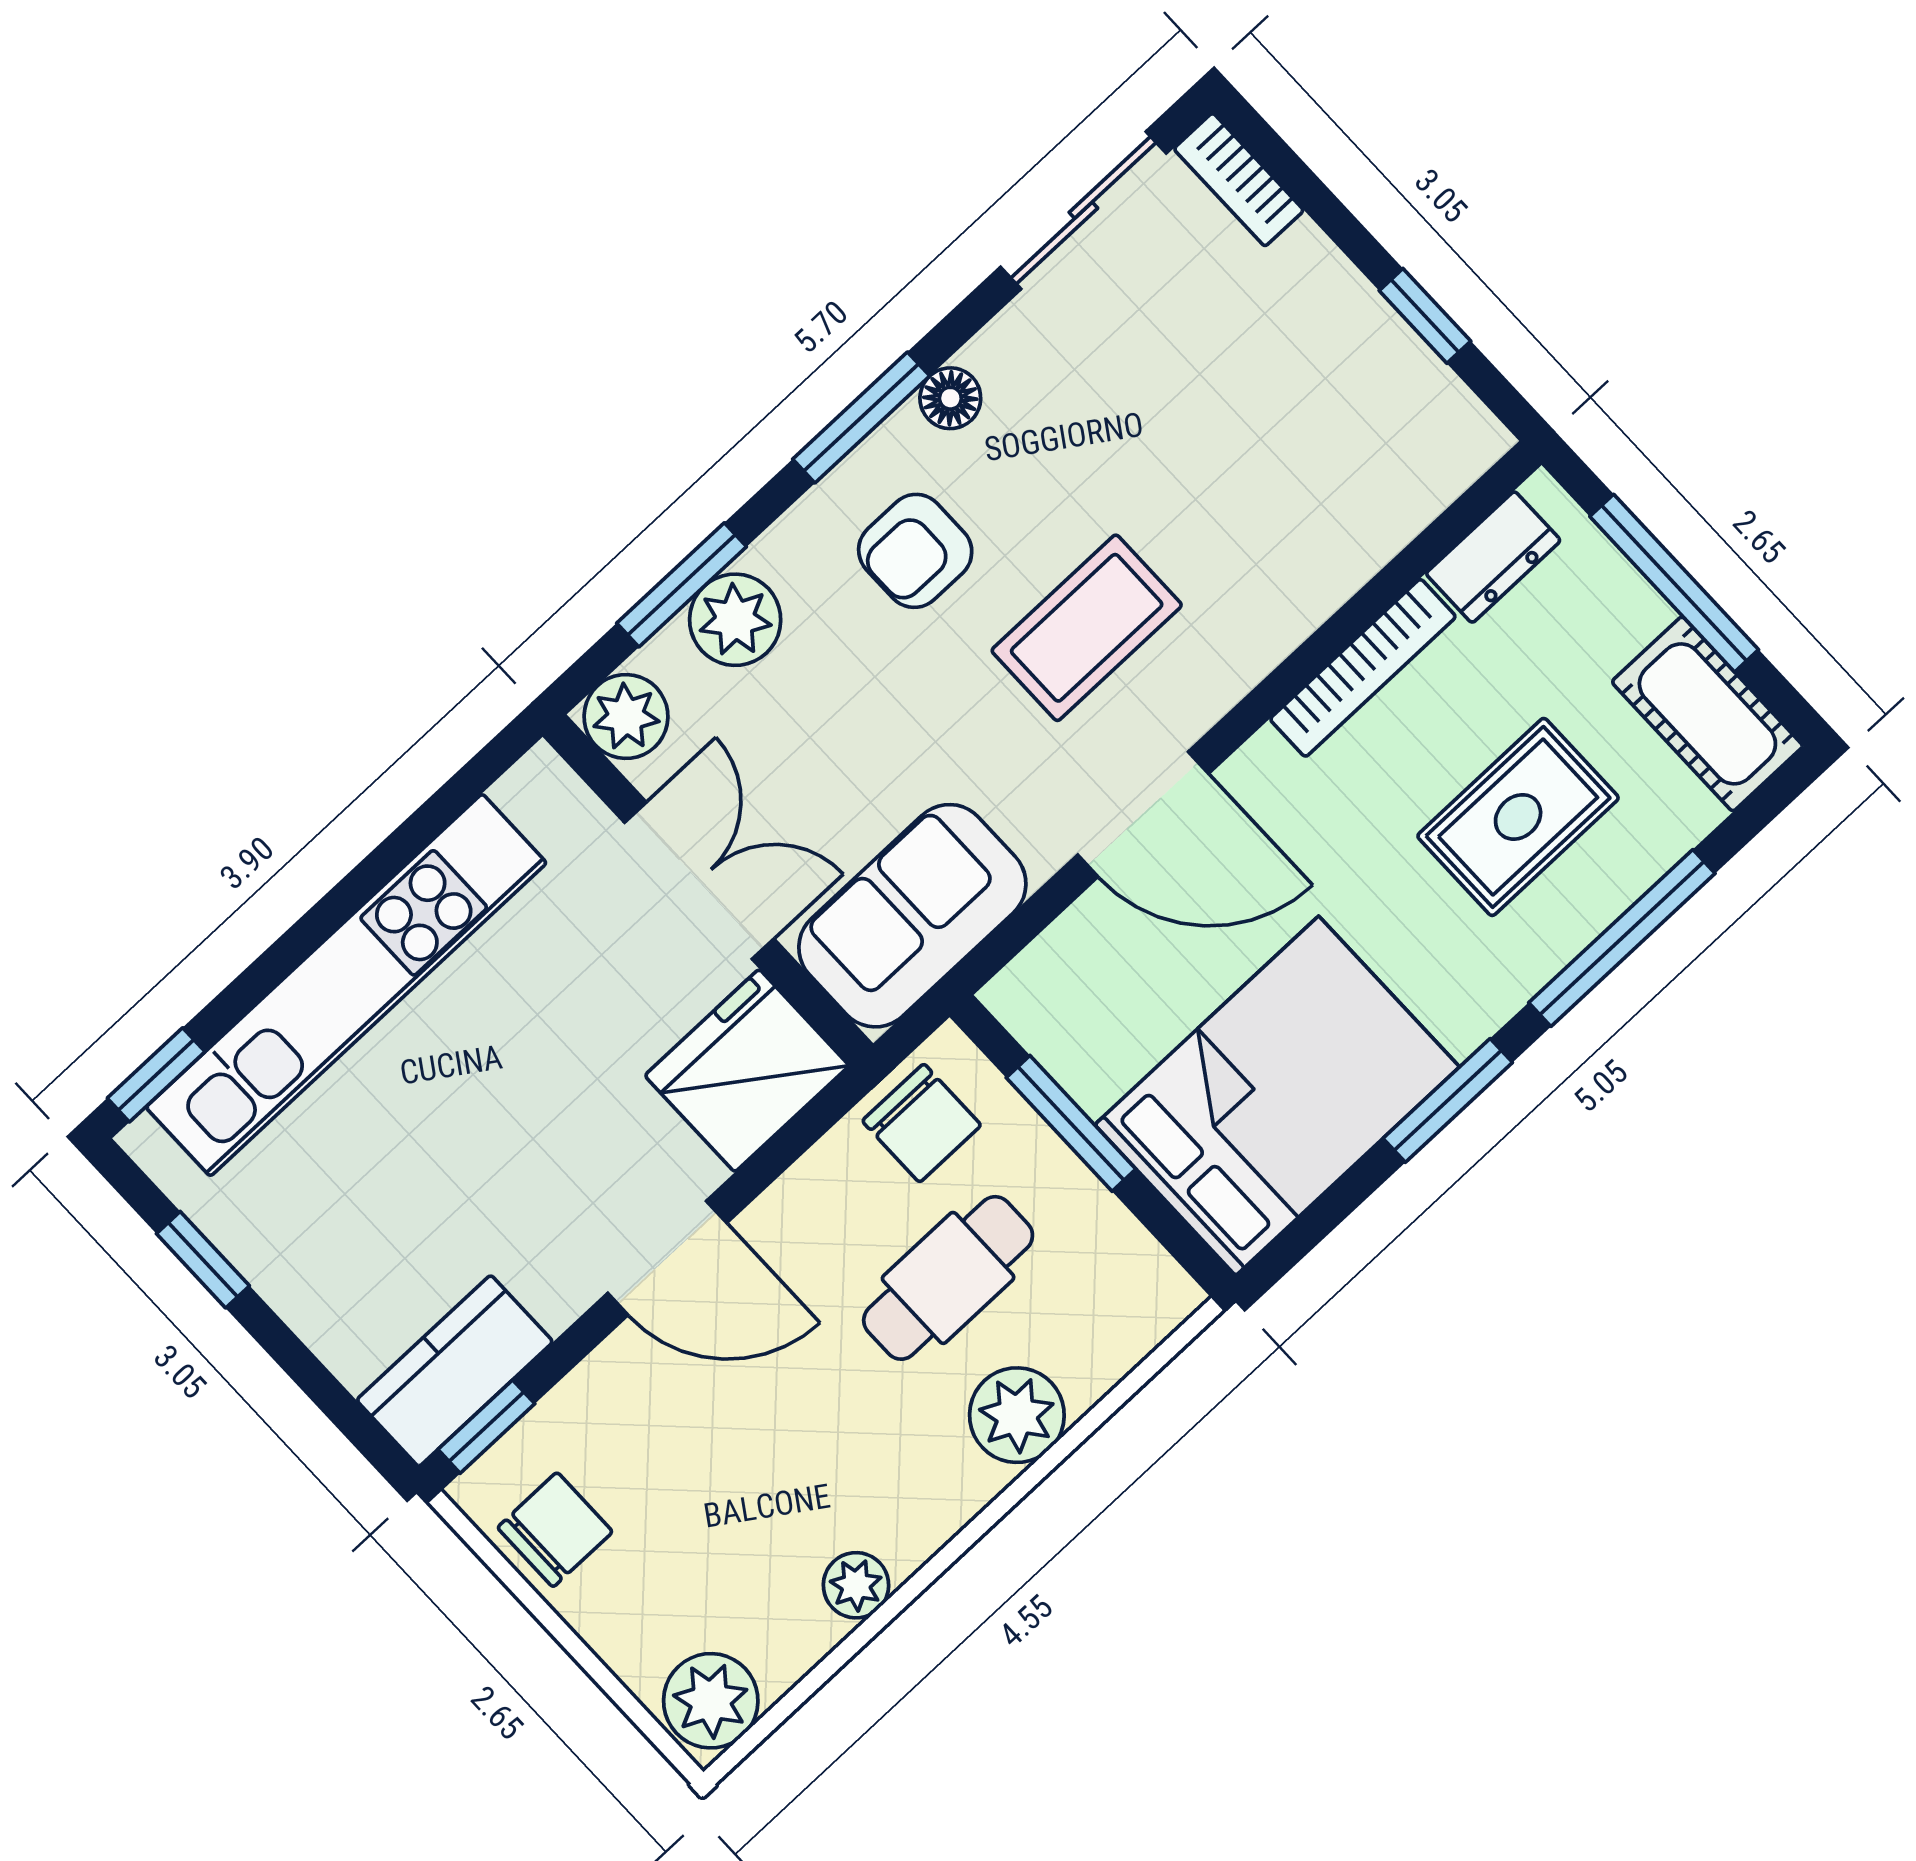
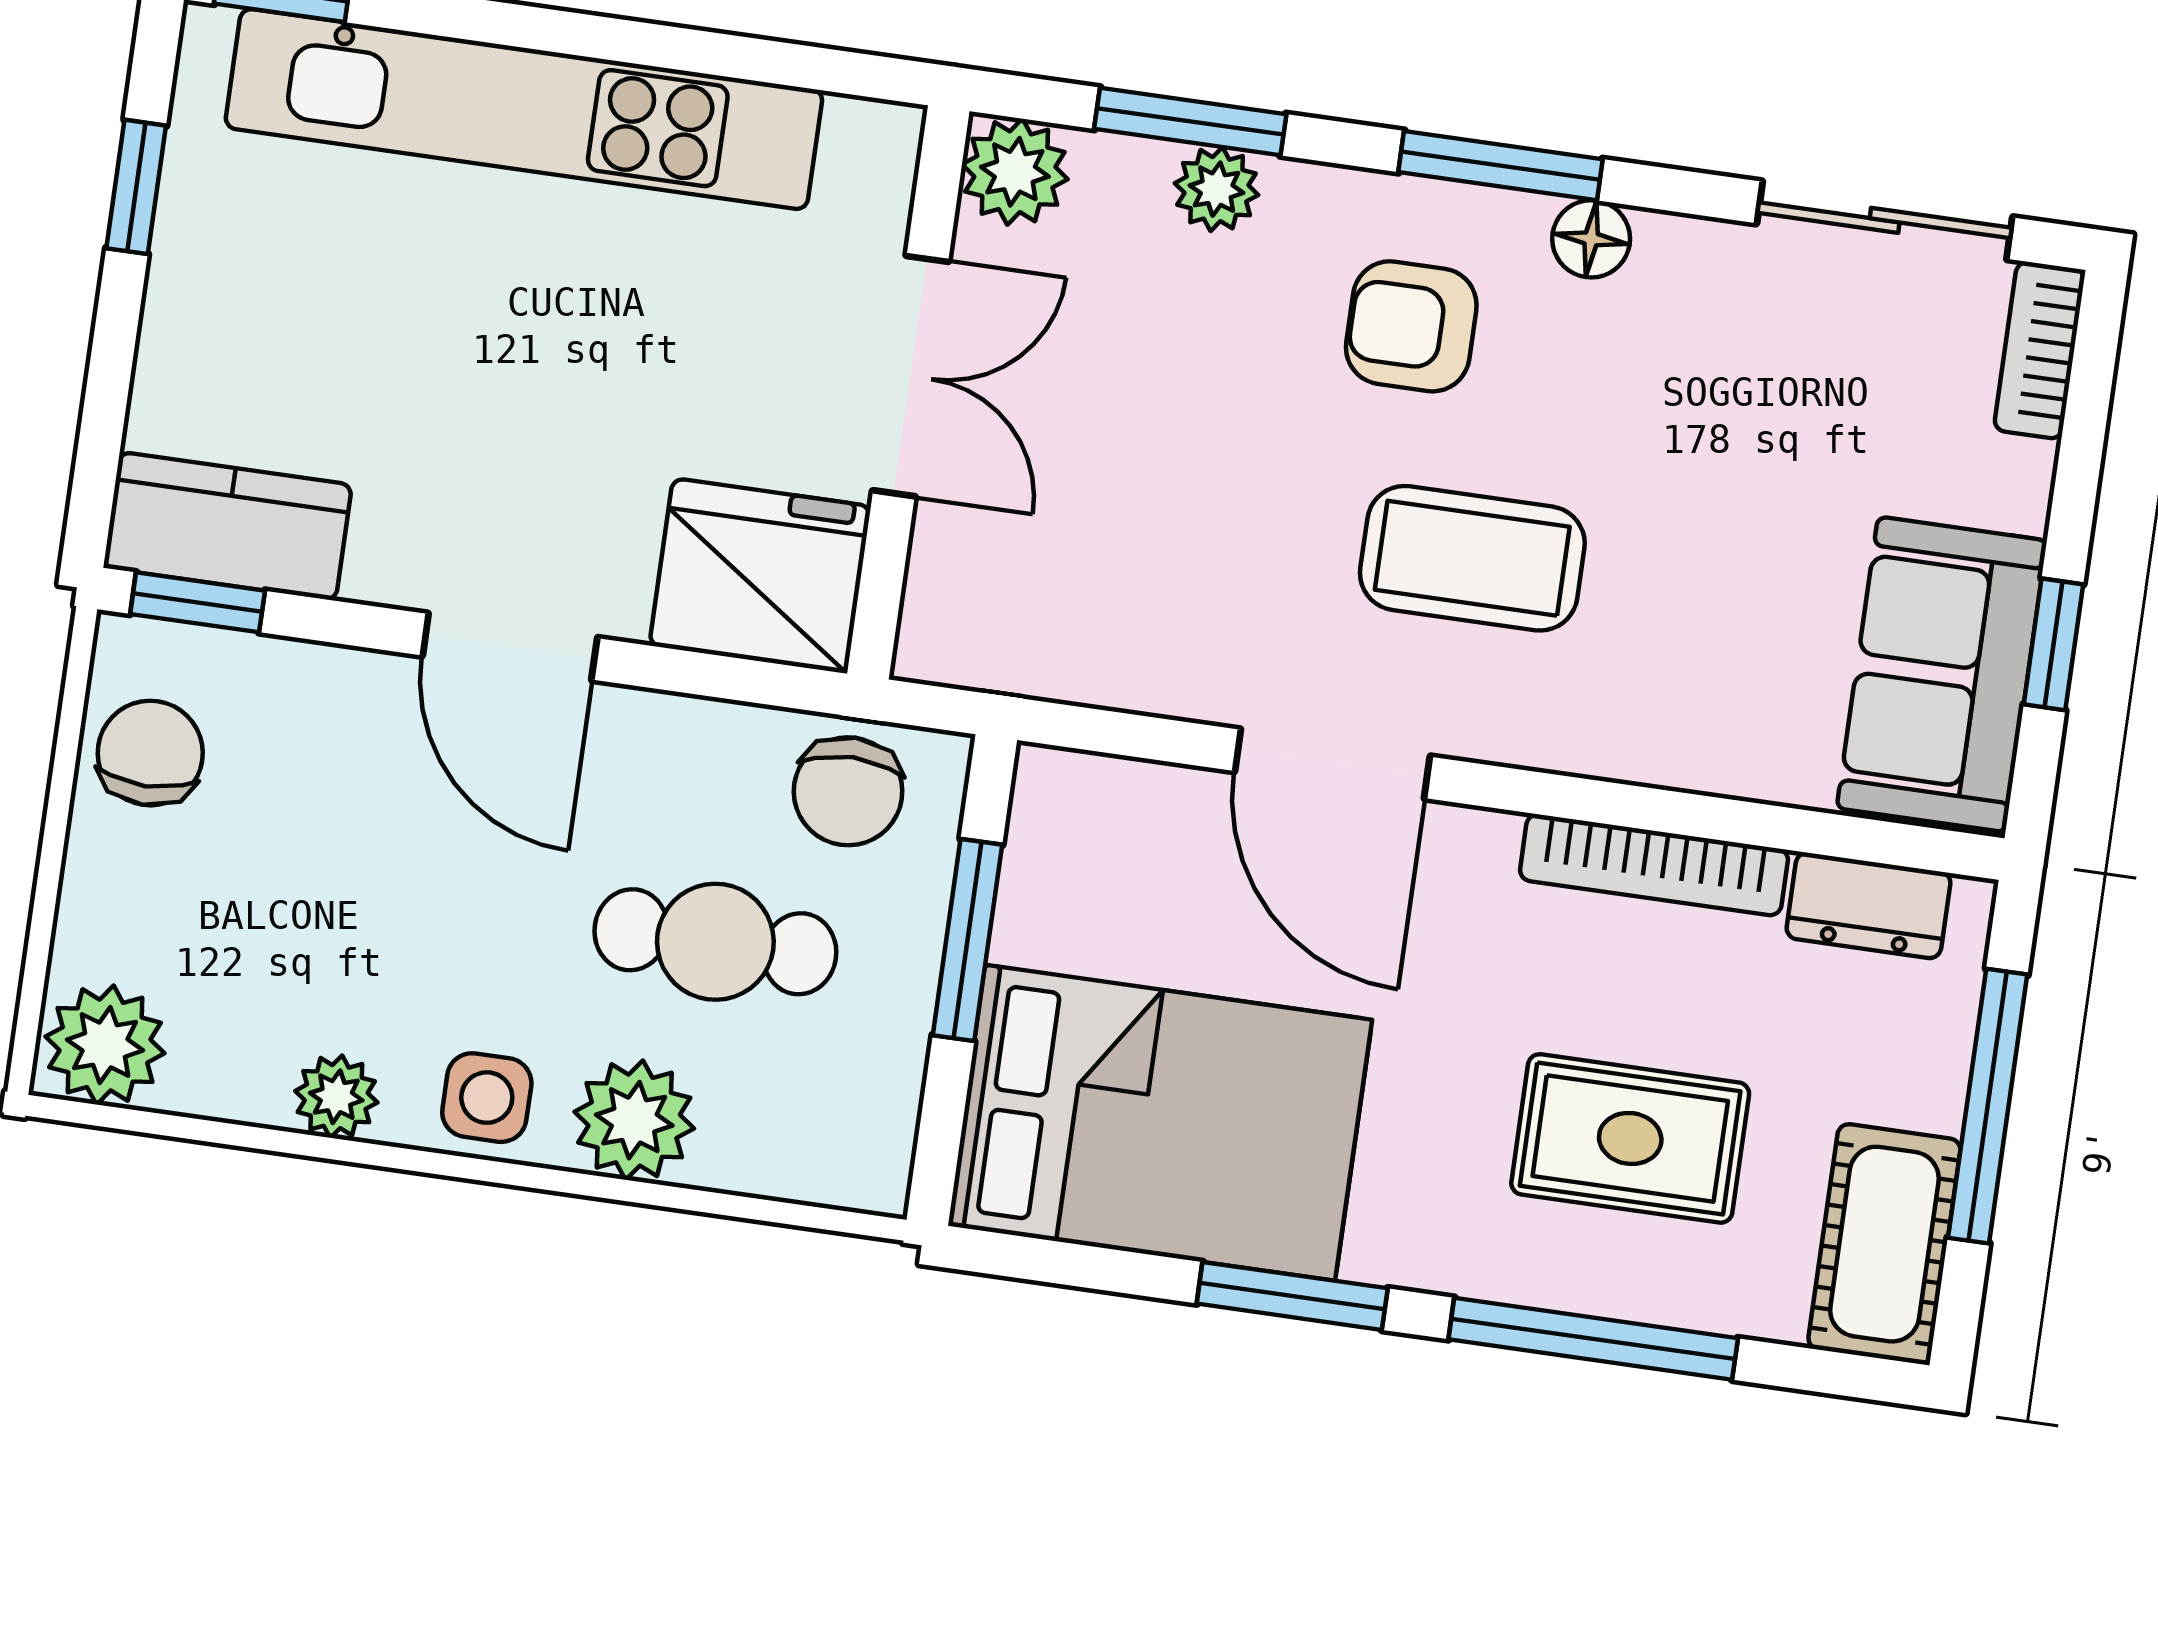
plant: (735, 620) -> (1217, 189), width x0.73, depth x0.73
sofa: (912, 916) -> (1942, 674), moved, turned -90
side table: (931, 1494) -> (487, 1098), added
chair: (555, 1530) -> (150, 753), turned -90

